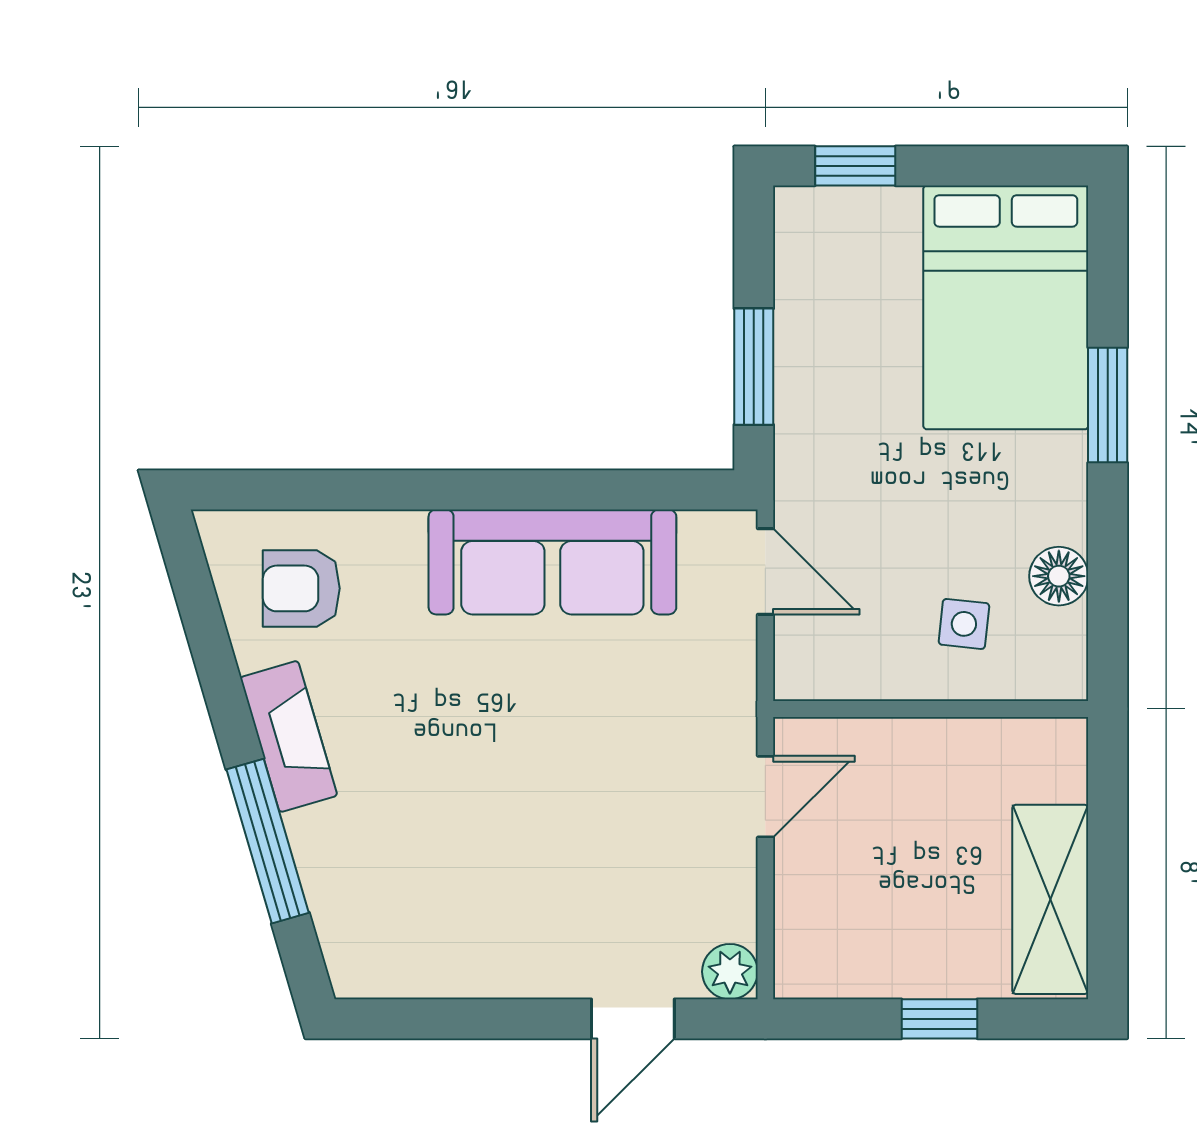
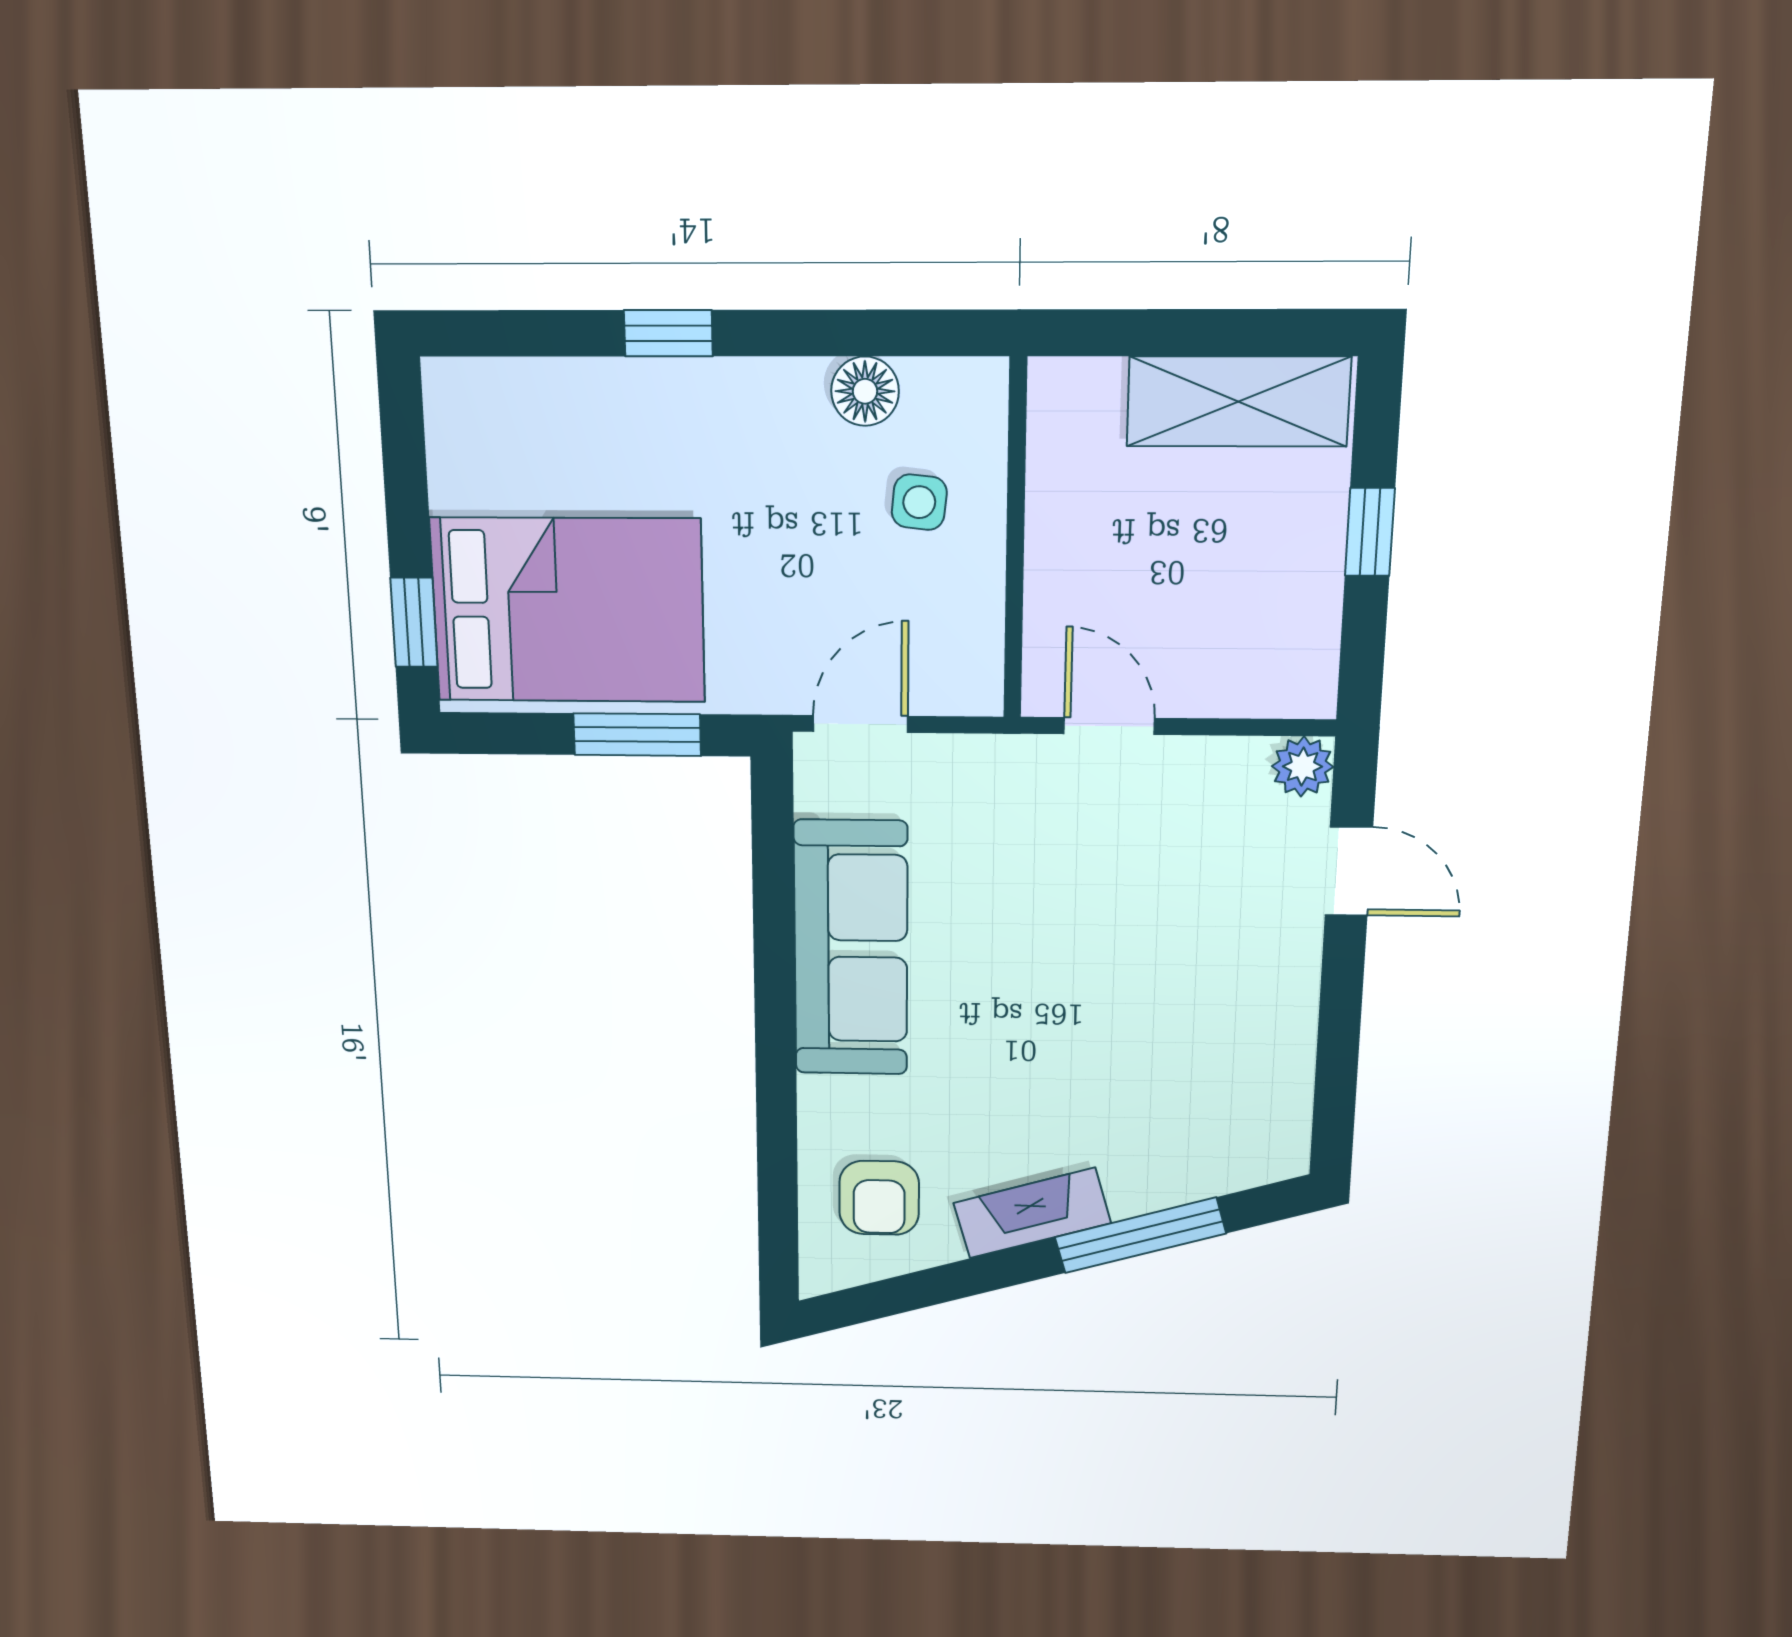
bed: (1006, 307) -> (568, 610), moved
window: (1108, 405) -> (668, 333), width x0.67

